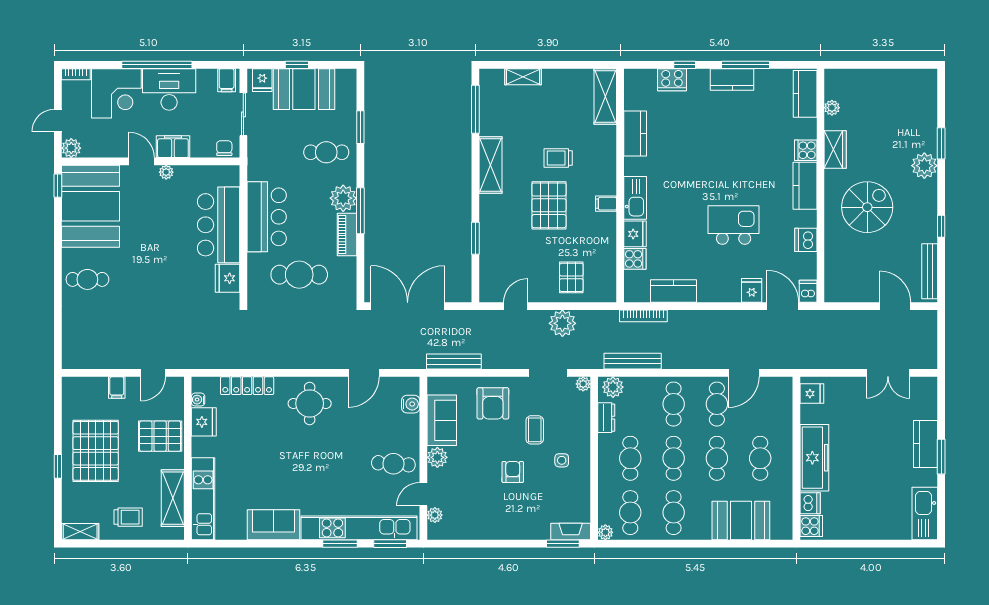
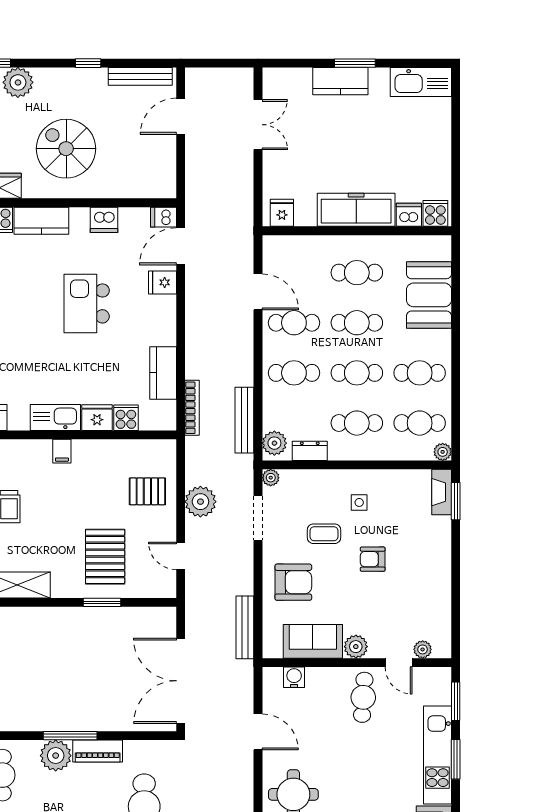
pallet: (549, 205) -> (105, 557), moved, turned 90
kitchen unit: (359, 528) -> (438, 755), width x0.73

